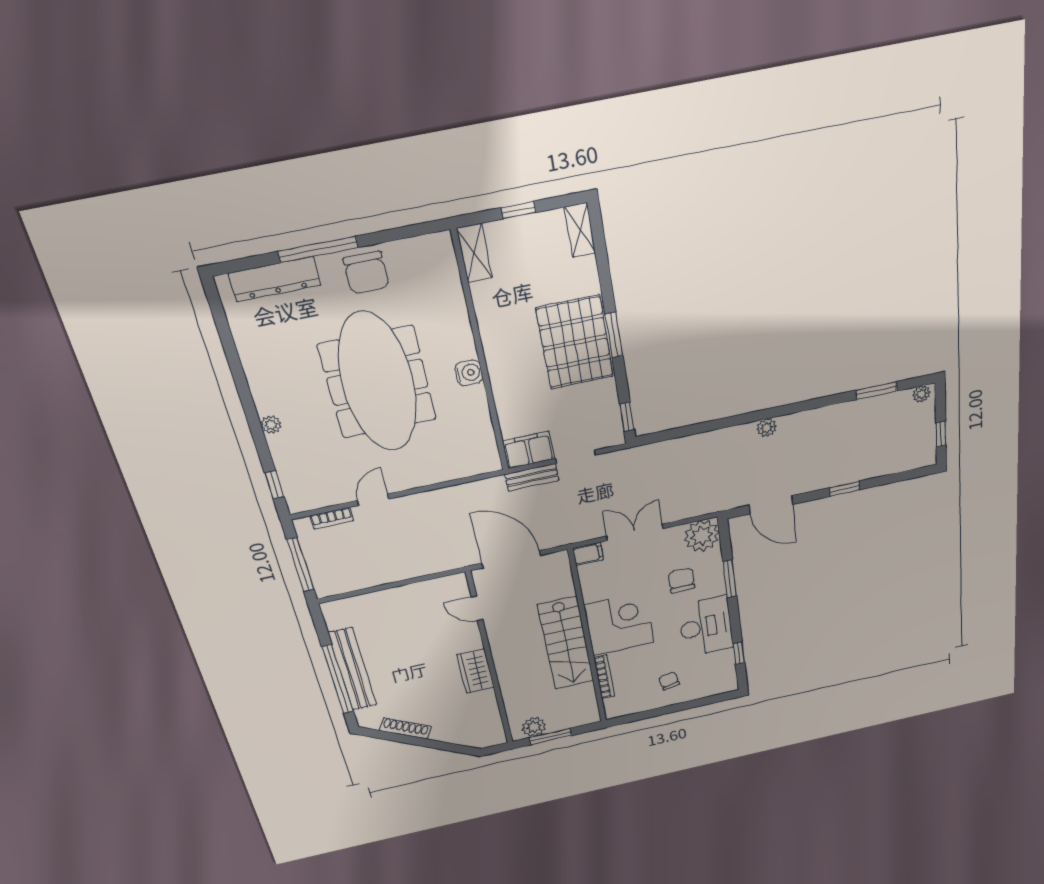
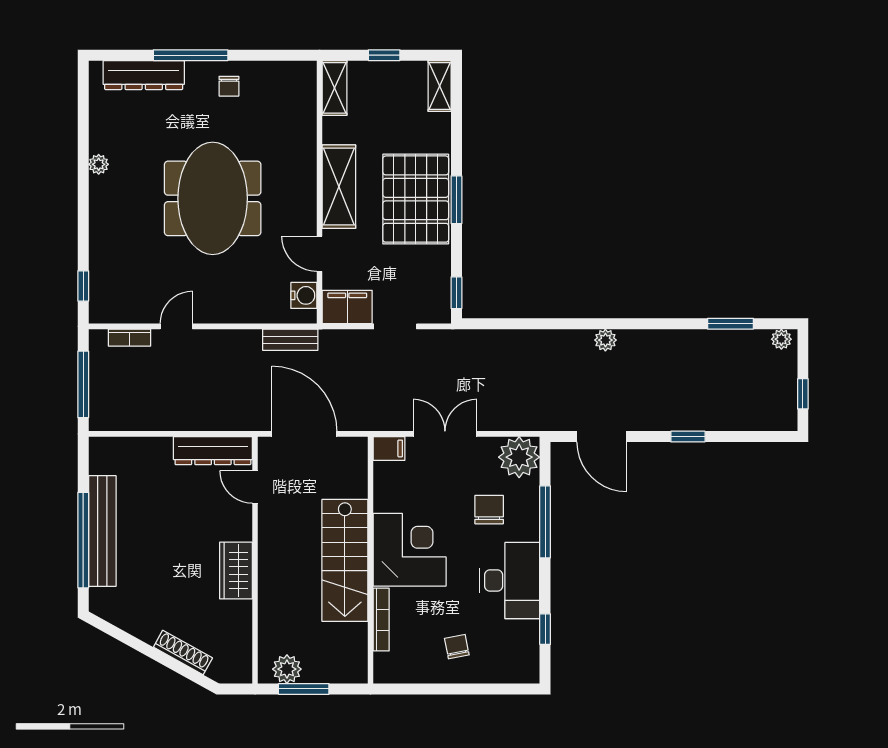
chair: (366, 273) -> (229, 86), width x0.54, depth x0.54
shelving: (499, 346) -> (339, 187), added
water cooler: (469, 373) -> (304, 295), moved
meeting table: (378, 382) -> (213, 198), width x0.73
door: (493, 410) -> (319, 254), added
plant: (271, 425) -> (99, 164), moved
bench: (532, 477) -> (290, 340), moved
window: (730, 579) -> (545, 522), width x1.44
dresser: (433, 590) -> (213, 451), added
shoe rack: (405, 728) -> (183, 652), moved

